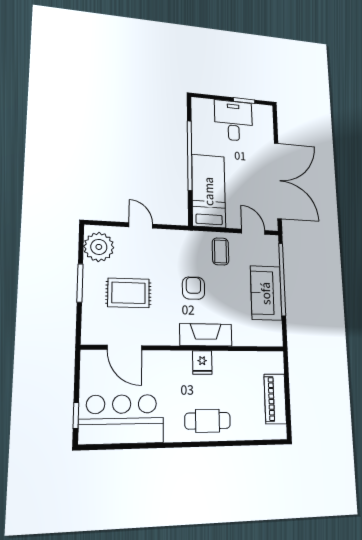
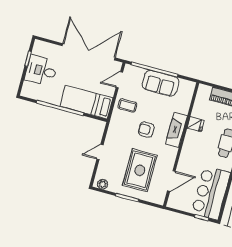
plant: (99, 247) -> (102, 184), width x0.53, depth x0.53
rug: (129, 293) -> (140, 170), width x1.36, depth x1.43
fridge: (202, 363) -> (196, 124), moved

